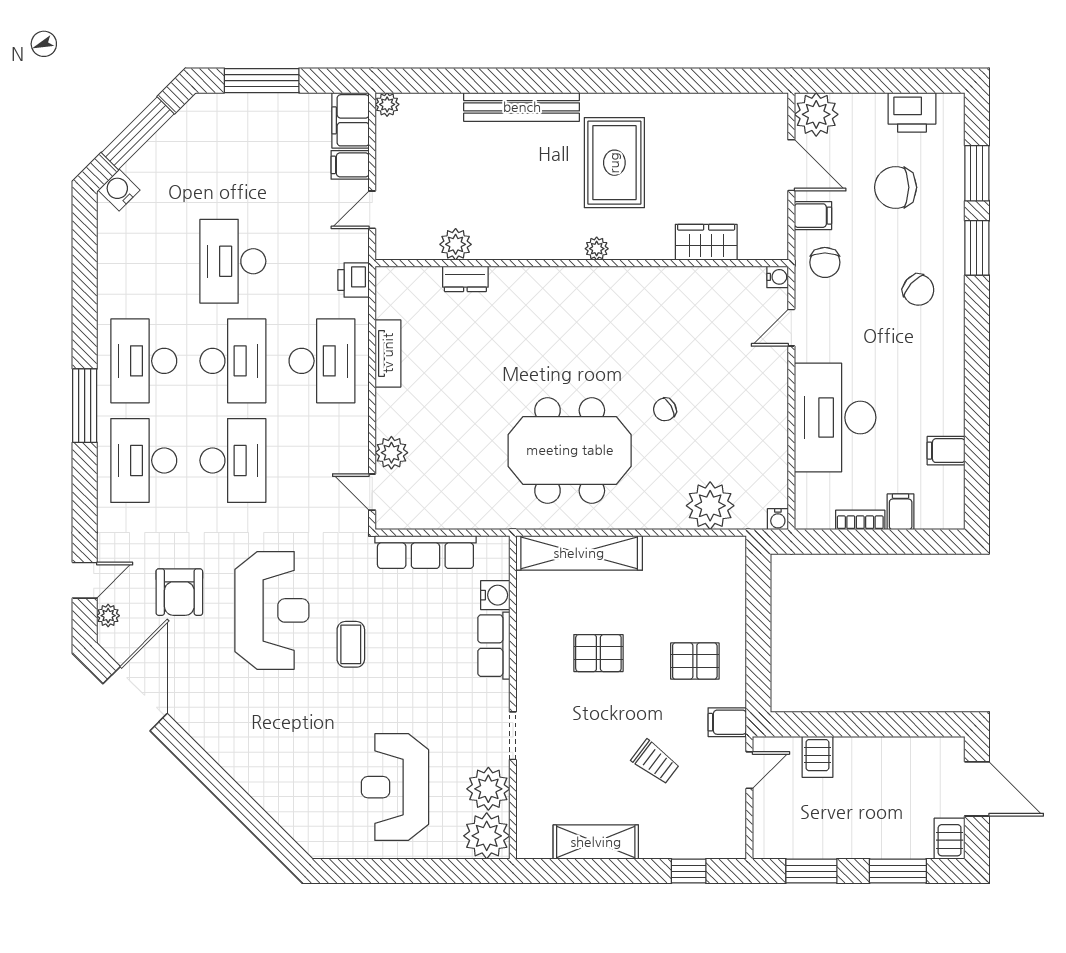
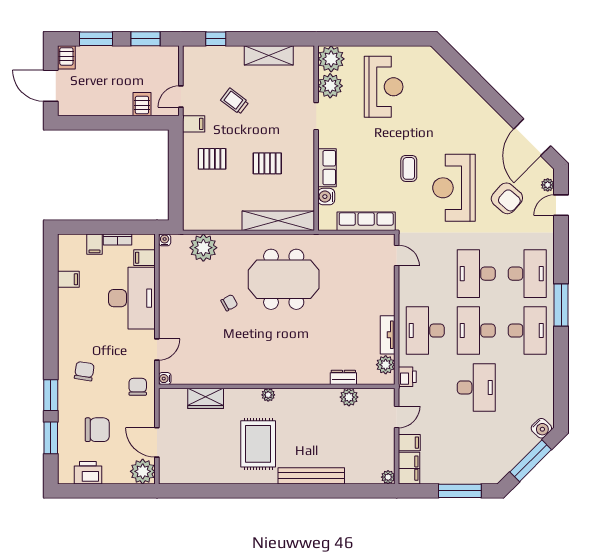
filing cabinet: (813, 216) -> (145, 258), moved
chair: (918, 290) -> (84, 371), turned 57
plant: (391, 453) -> (386, 365), moved
armchair: (179, 592) -> (507, 198), turned 131

